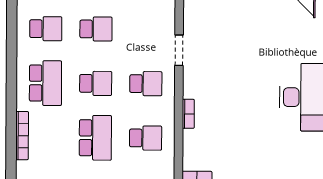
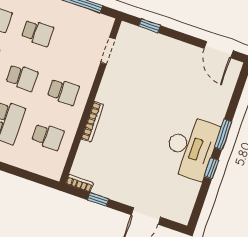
doorway: (179, 50) -> (108, 51), moved
bookcase: (188, 114) -> (92, 122), width x1.56

